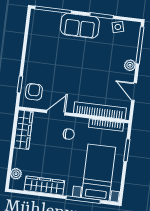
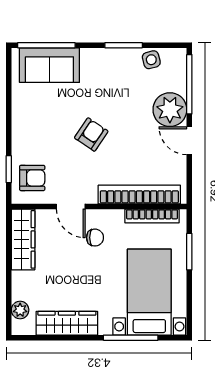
sofa: (80, 26) -> (49, 65), moved
plant: (130, 65) -> (170, 110), width x1.88, depth x1.88
armchair: (74, 69) -> (91, 134), added
armchair: (34, 92) -> (32, 178), turned 90
door: (134, 92) -> (189, 141), moved
door: (56, 113) -> (71, 207), swing flipped

